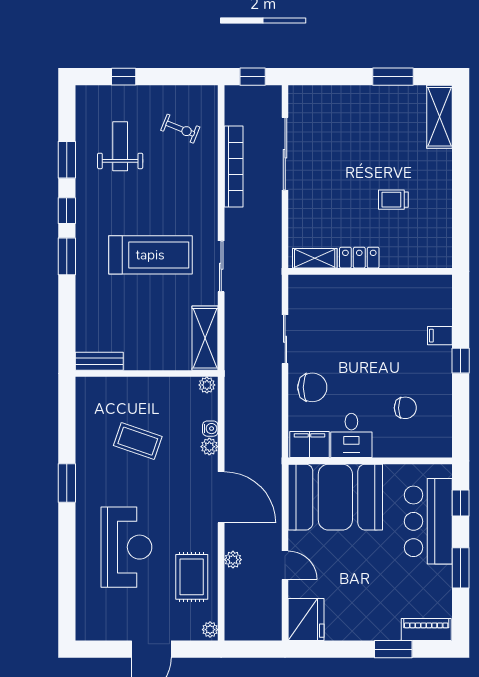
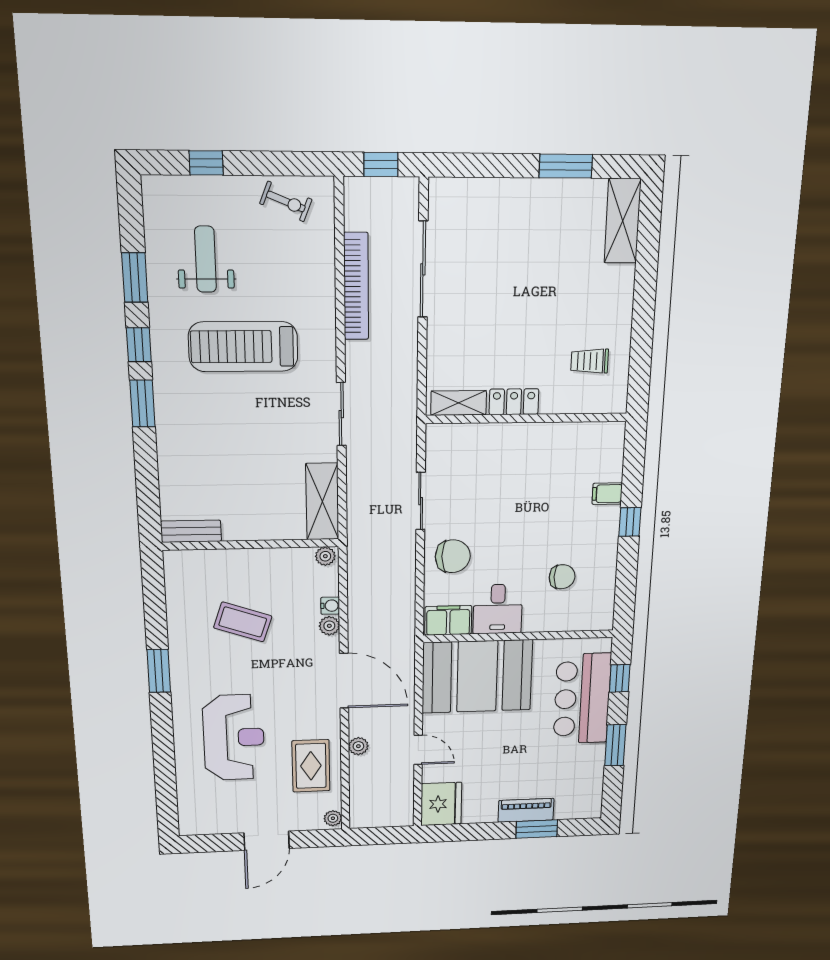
exercise bike: (180, 129) -> (286, 201), moved
trolley: (393, 200) -> (590, 361), moved
treadmill: (150, 255) -> (243, 347), moved, turned 180
piano: (426, 630) -> (526, 810), moved

